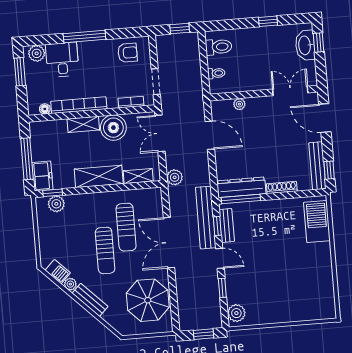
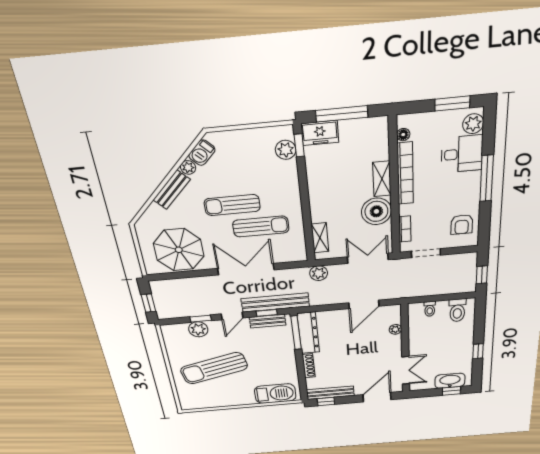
shelving: (99, 176) -> (320, 197), removed
sun lounger: (126, 227) -> (261, 227), turned 180
sun lounger: (282, 280) -> (214, 368), added
plant: (236, 313) -> (198, 329), moved

